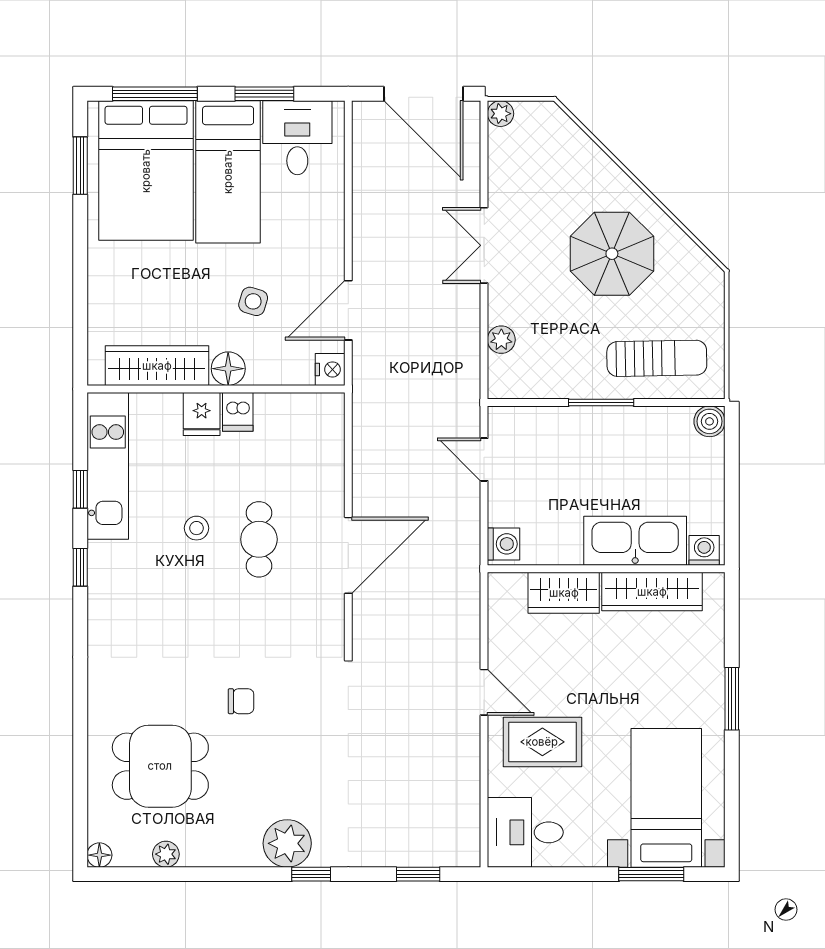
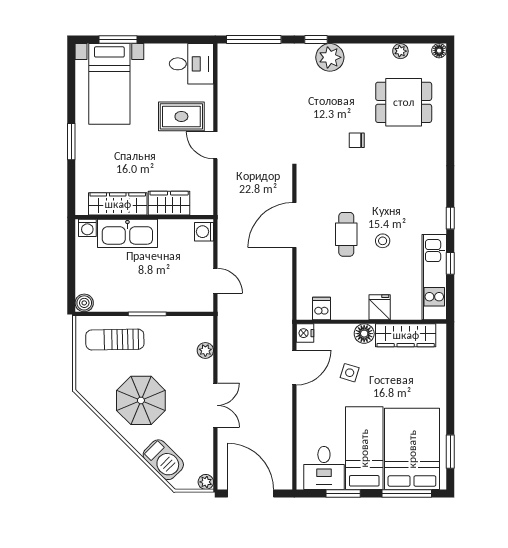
barbecue: (574, 152) -> (163, 460), added
dishwasher: (238, 412) -> (322, 308), moved
window: (418, 874) -> (254, 40), width x2.17

